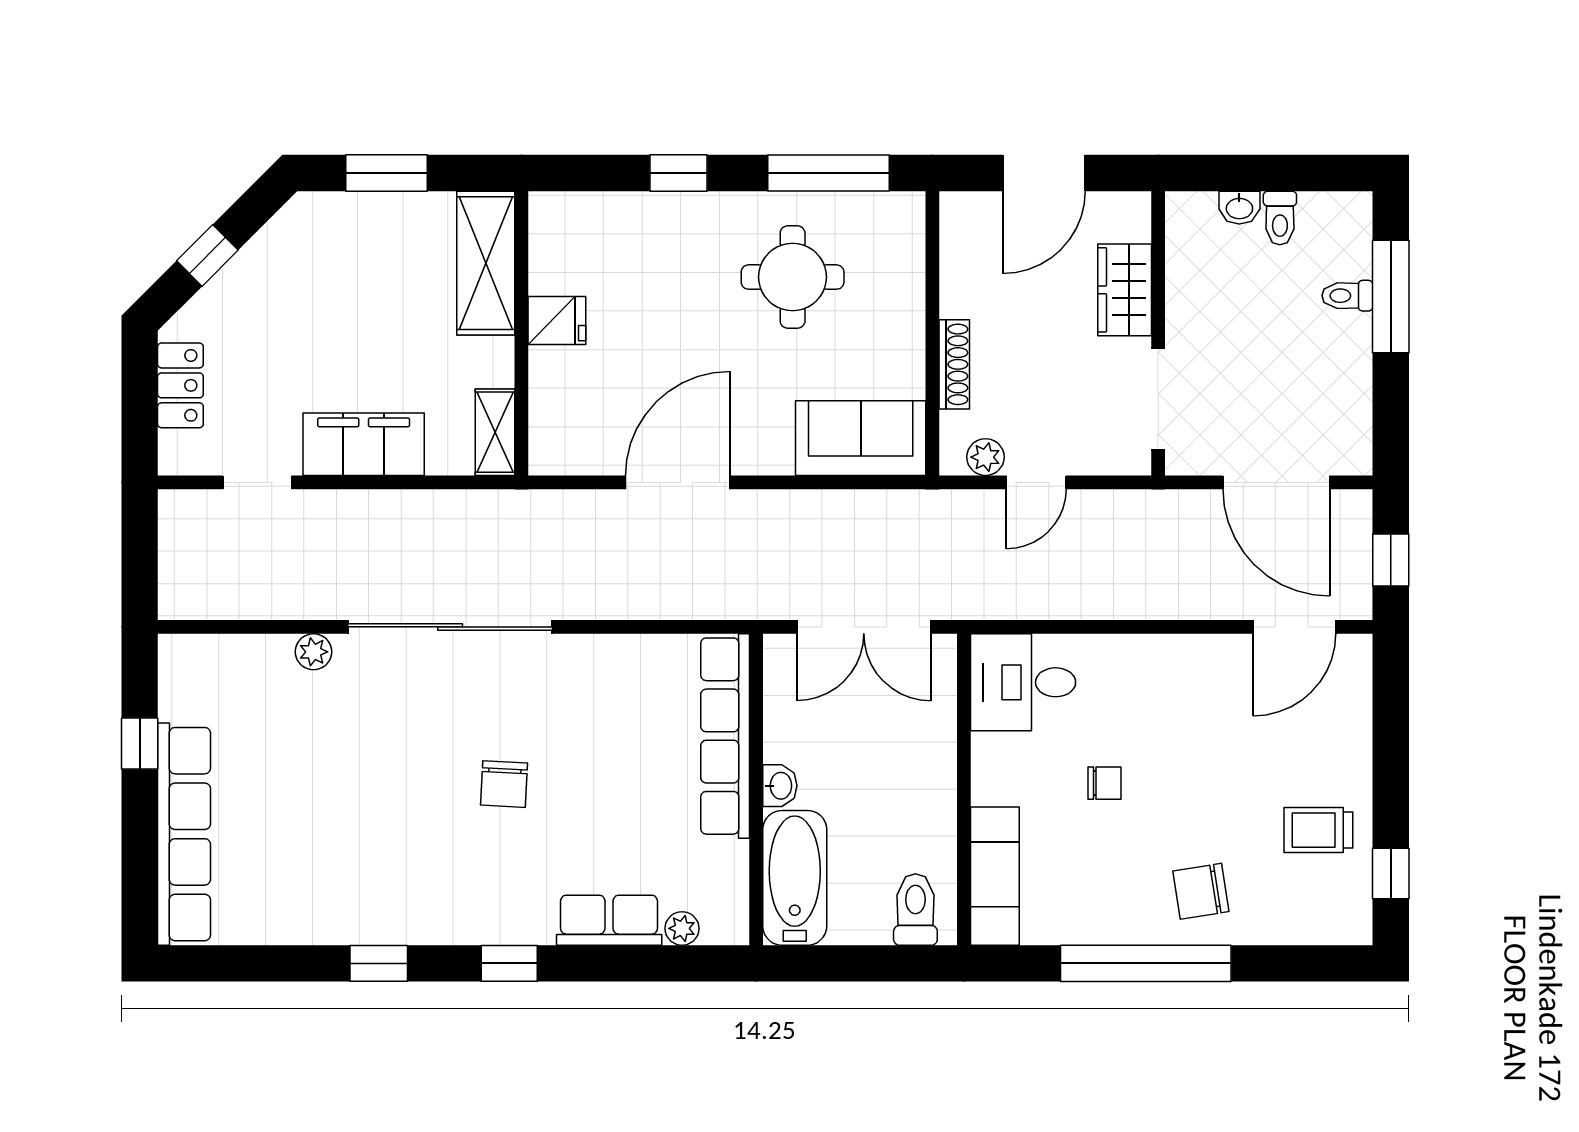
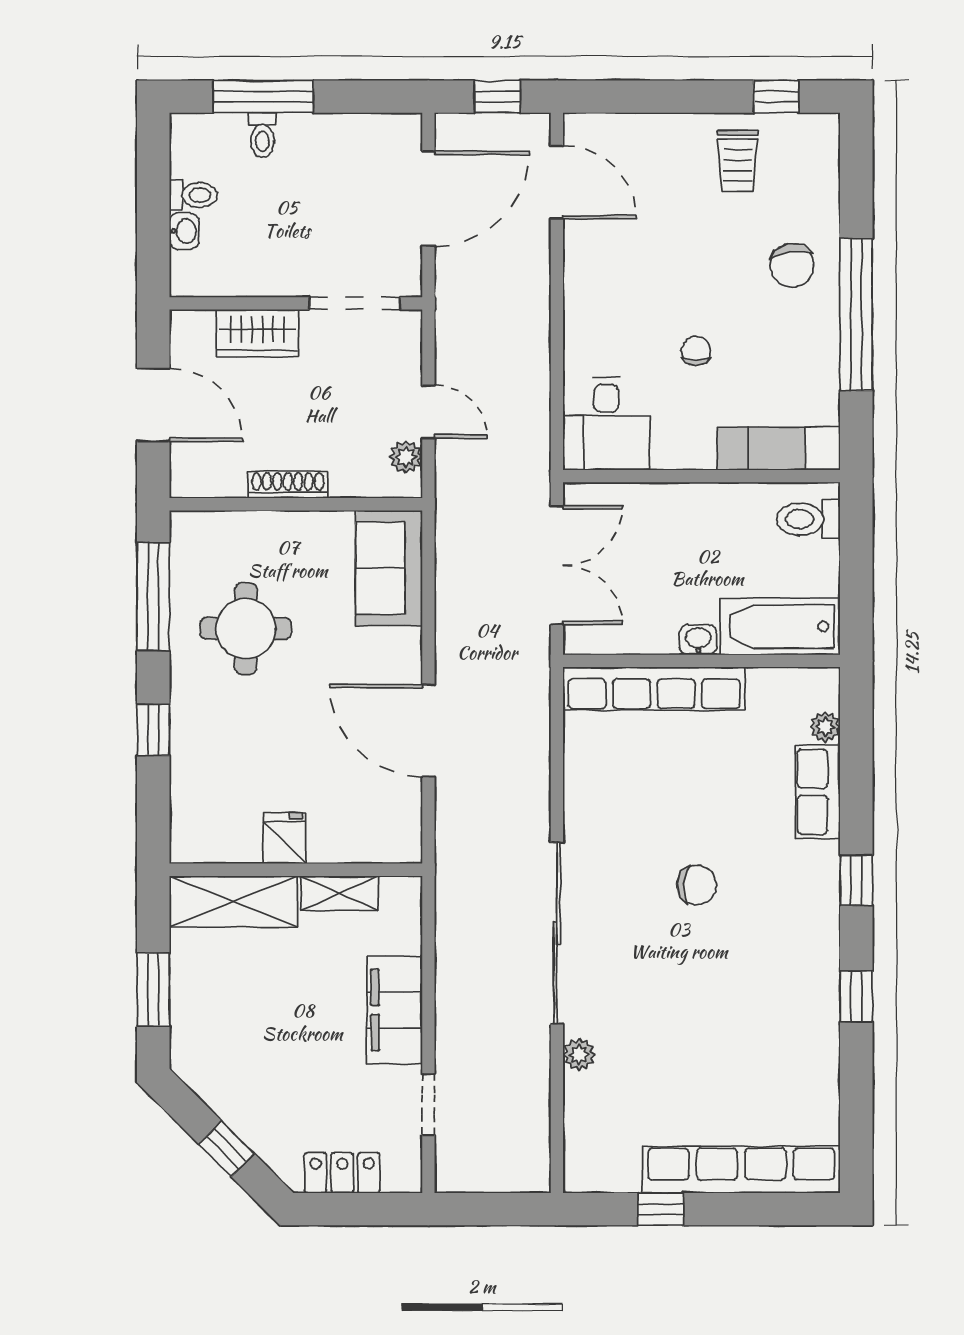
shoe rack: (954, 364) -> (288, 485), moved
shelving: (495, 432) -> (339, 893), moved

